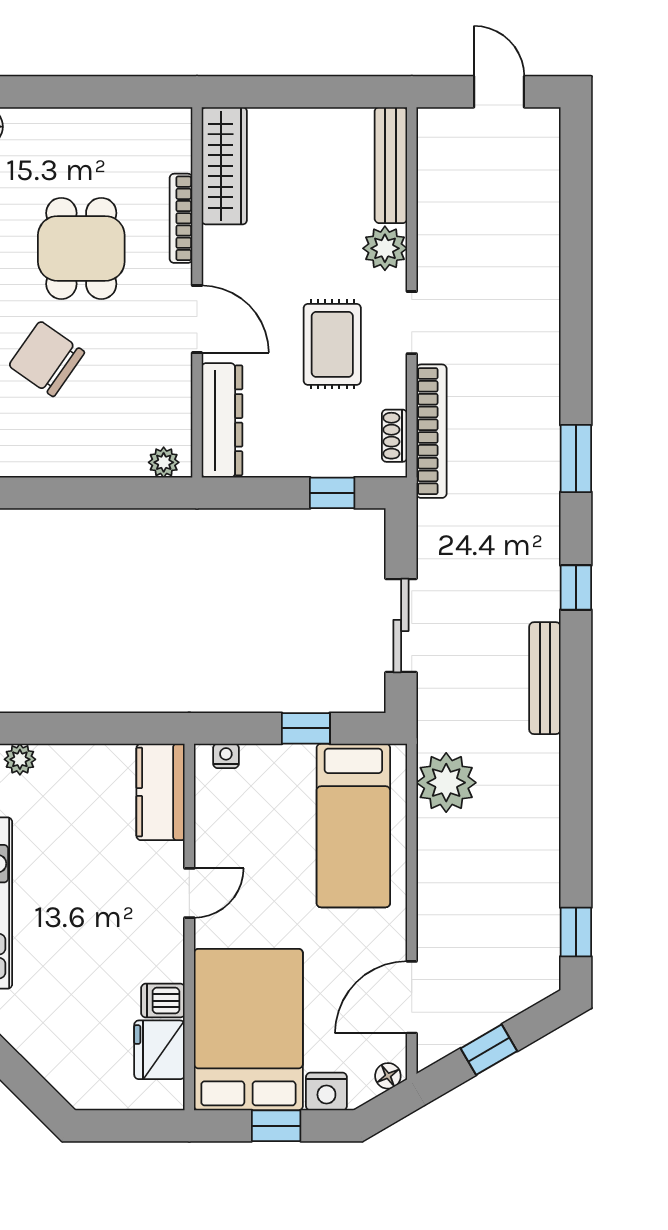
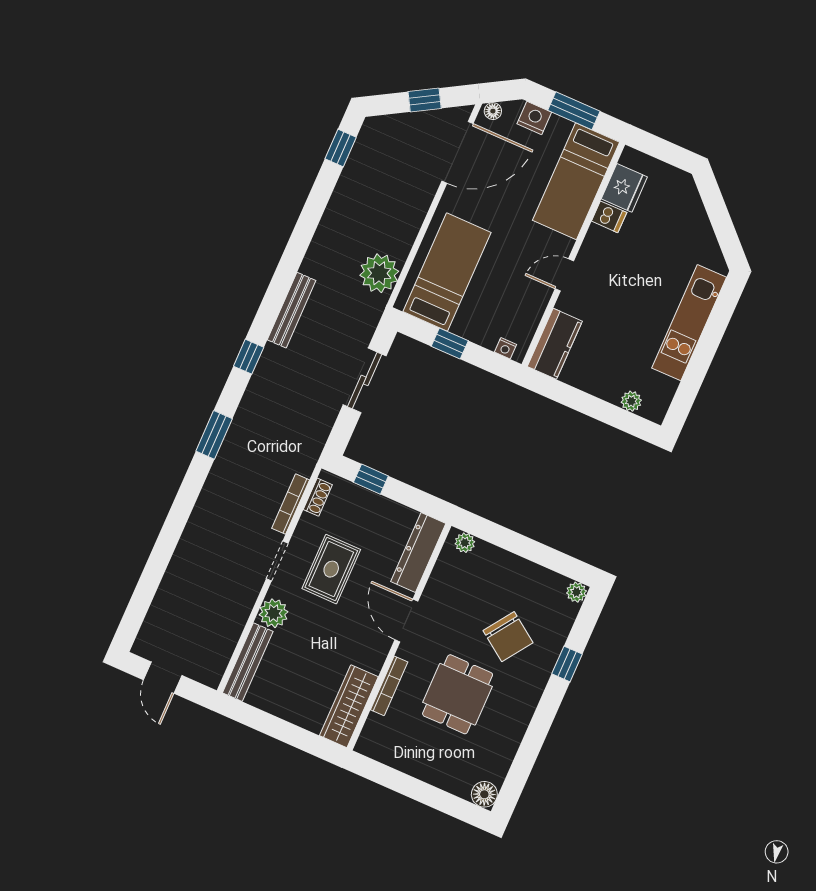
bookcase: (431, 431) -> (291, 504), width x0.68, depth x0.76
door: (412, 997) -> (457, 152), width x1.36
bed: (248, 1030) -> (576, 181), width x0.67
window: (276, 1126) -> (574, 111), width x1.50

